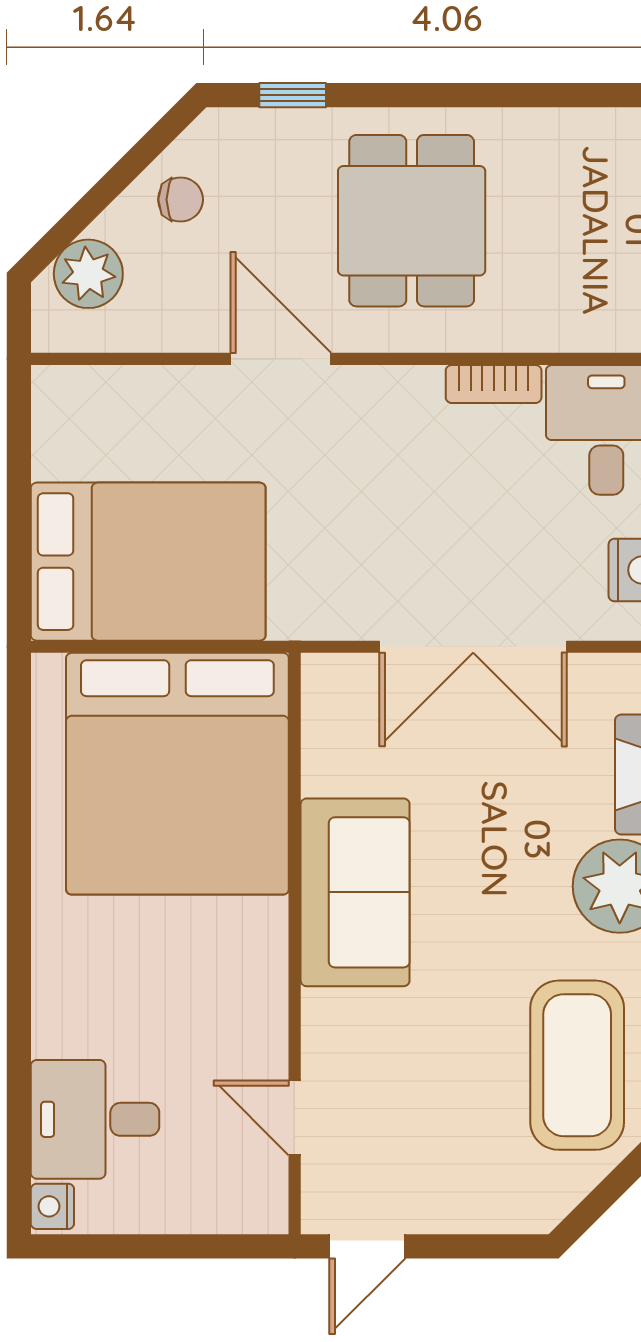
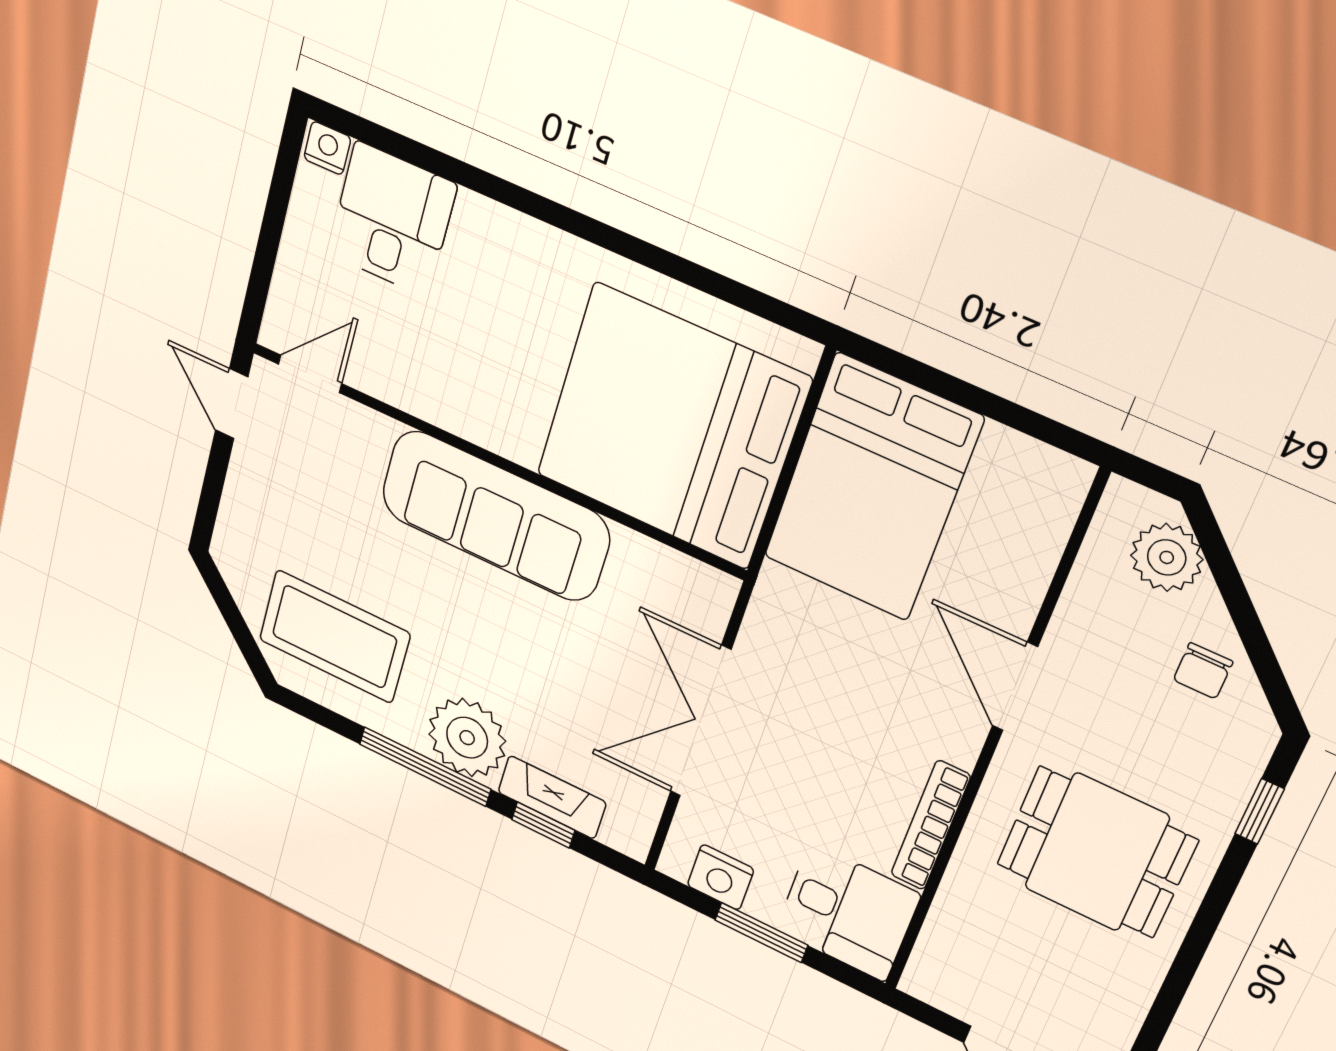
door: (281, 359) -> (1015, 687), swing flipped
bookcase: (494, 384) -> (930, 825), width x1.56
sofa: (355, 892) -> (495, 516), width x1.36
door: (295, 1118) -> (310, 374), moved

